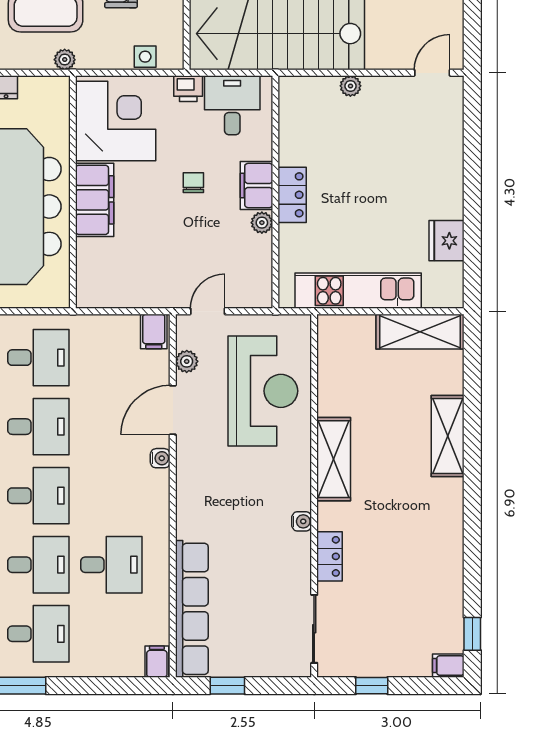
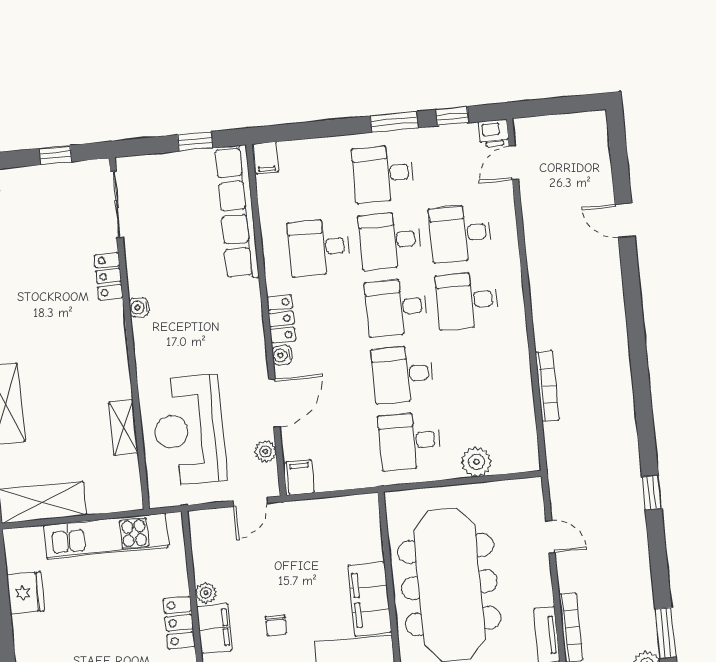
shelving: (334, 459) -> (124, 427), moved, width x0.67, depth x0.75
locker: (157, 495) -> (281, 319), added

